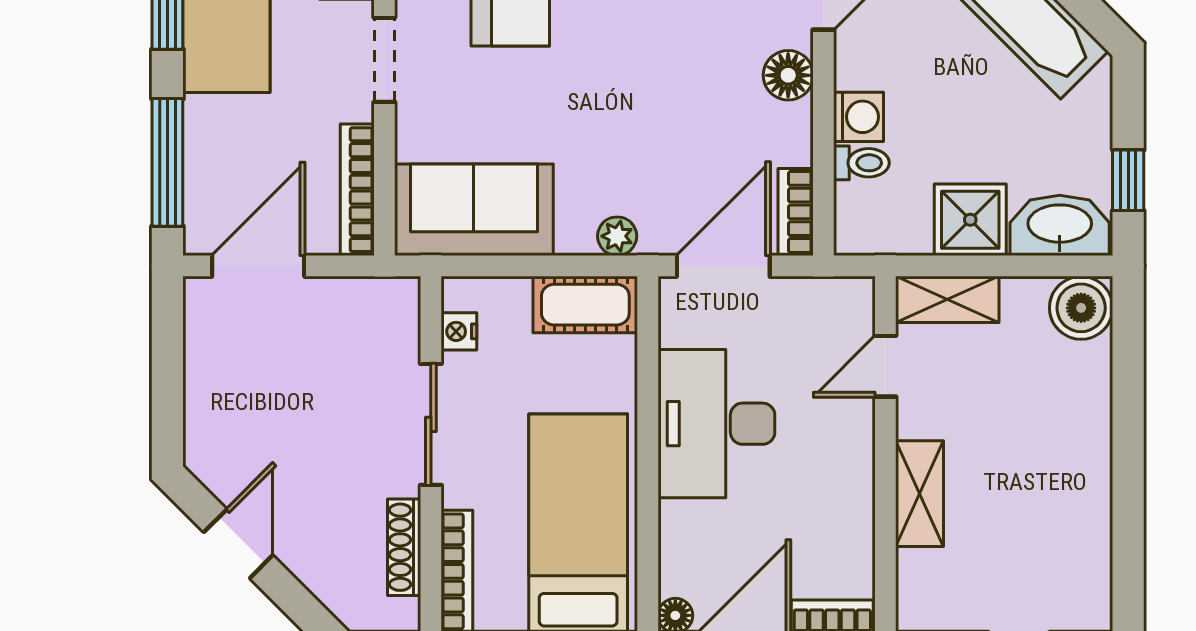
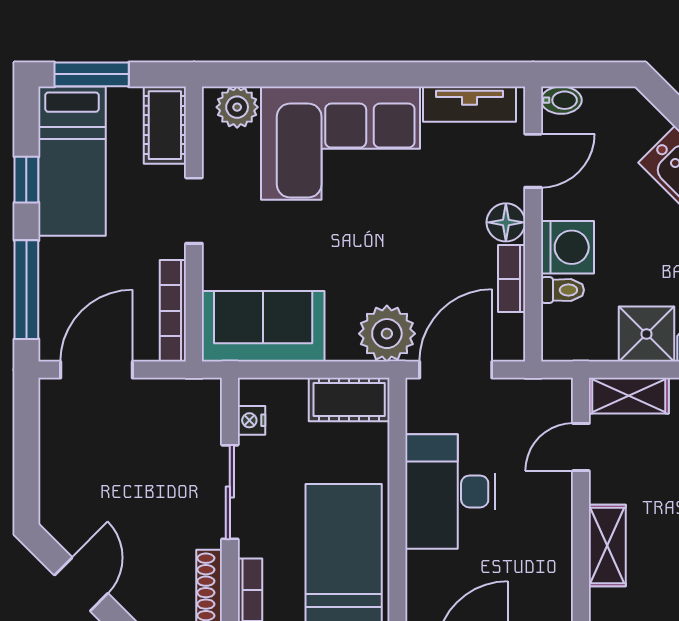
washing machine: (859, 117) -> (567, 247), width x1.38, depth x1.38
bookcase: (796, 212) -> (512, 279), moved
plant: (617, 236) -> (387, 334), width x1.88, depth x1.88

